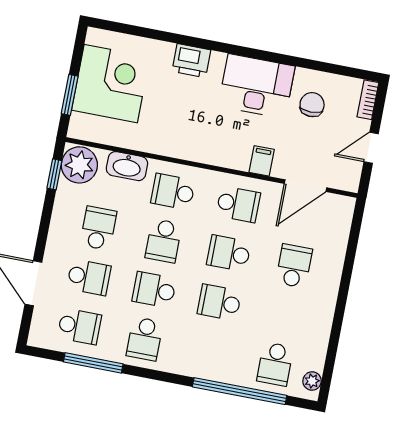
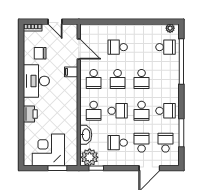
school desk: (238, 204) -> (94, 79), turned 180

